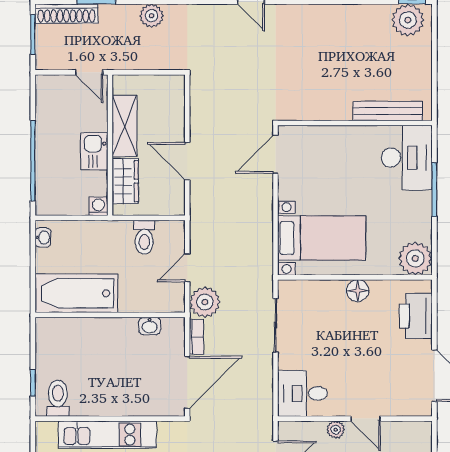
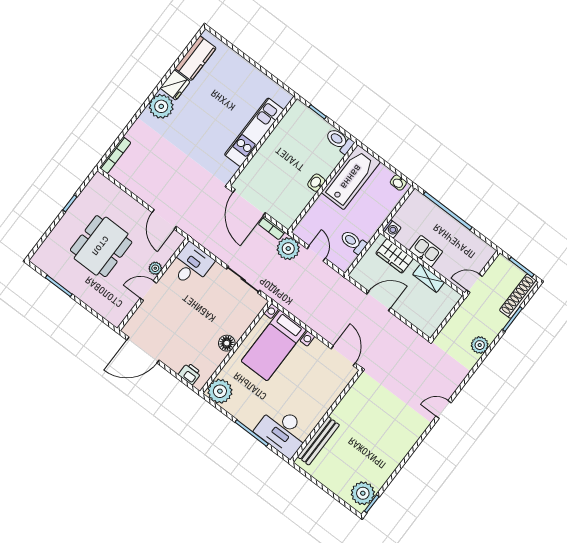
shelving: (125, 126) -> (429, 278), width x0.67, depth x0.75
printer: (416, 316) -> (190, 374), width x0.53, depth x0.68
washbasin: (150, 326) -> (316, 183), moved
toilet: (58, 398) -> (340, 141), moved, turned 180

